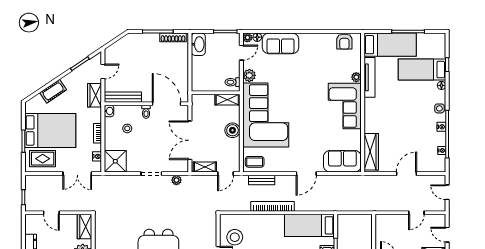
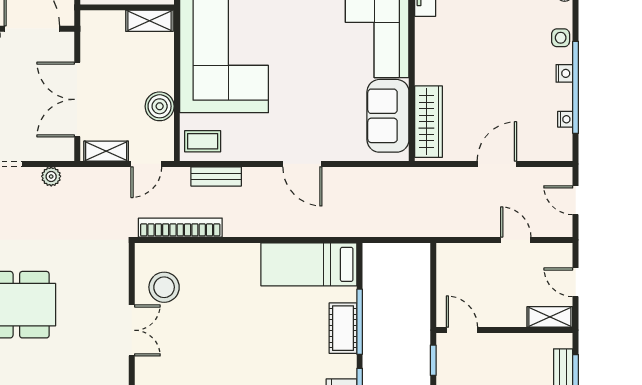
boiler: (232, 130) -> (160, 106), moved
sofa: (342, 161) -> (388, 116), moved, turned -90
door: (306, 174) -> (302, 164), hinge flipped
bookcase: (273, 206) -> (180, 228), moved
door: (416, 213) -> (516, 240), swing flipped

